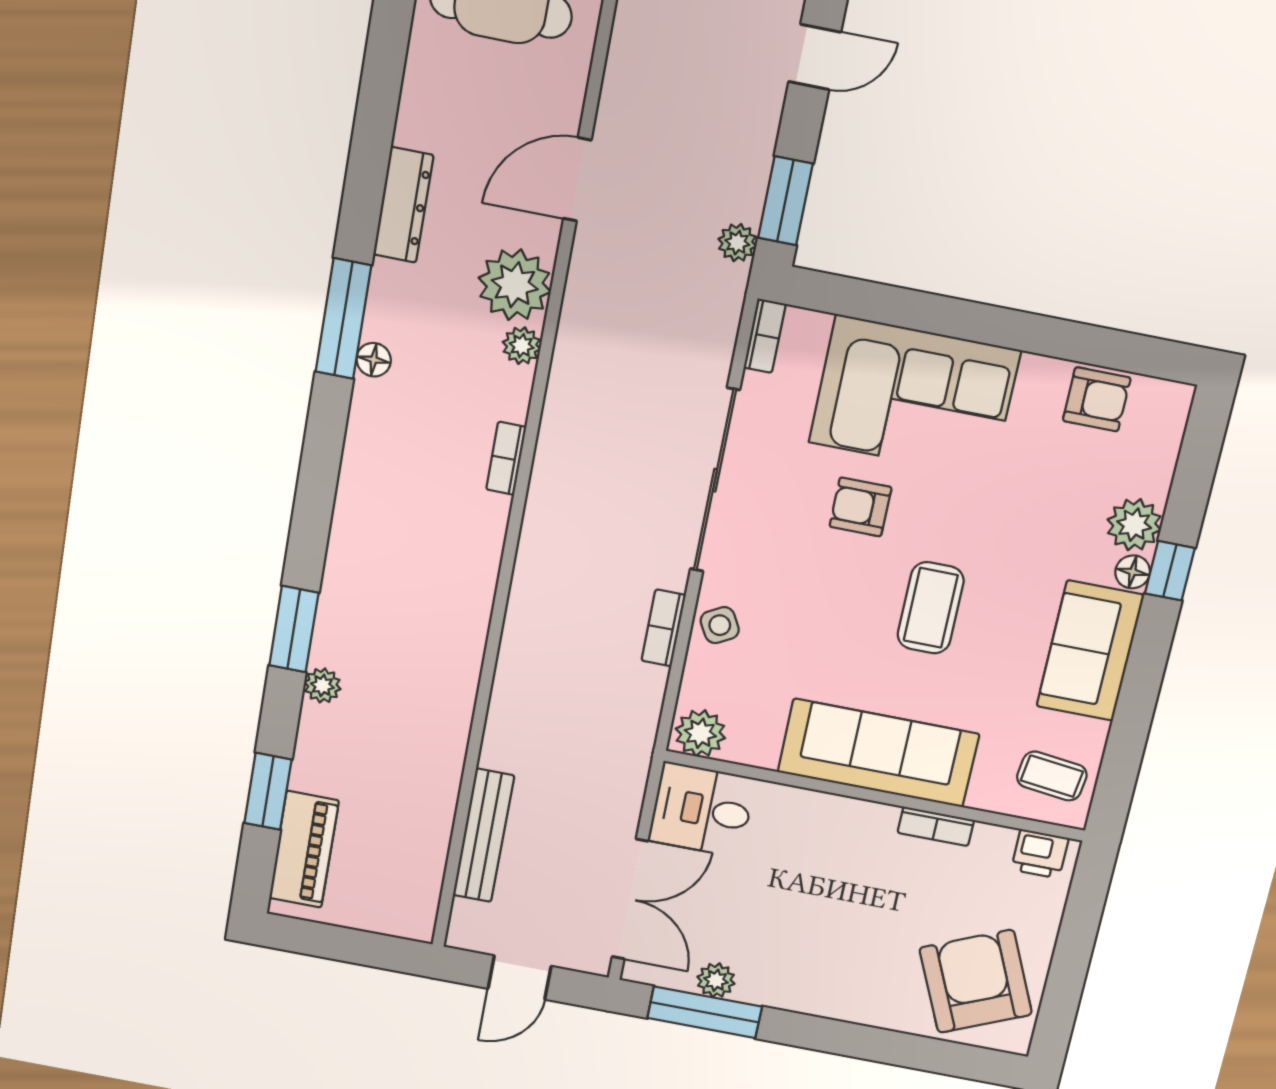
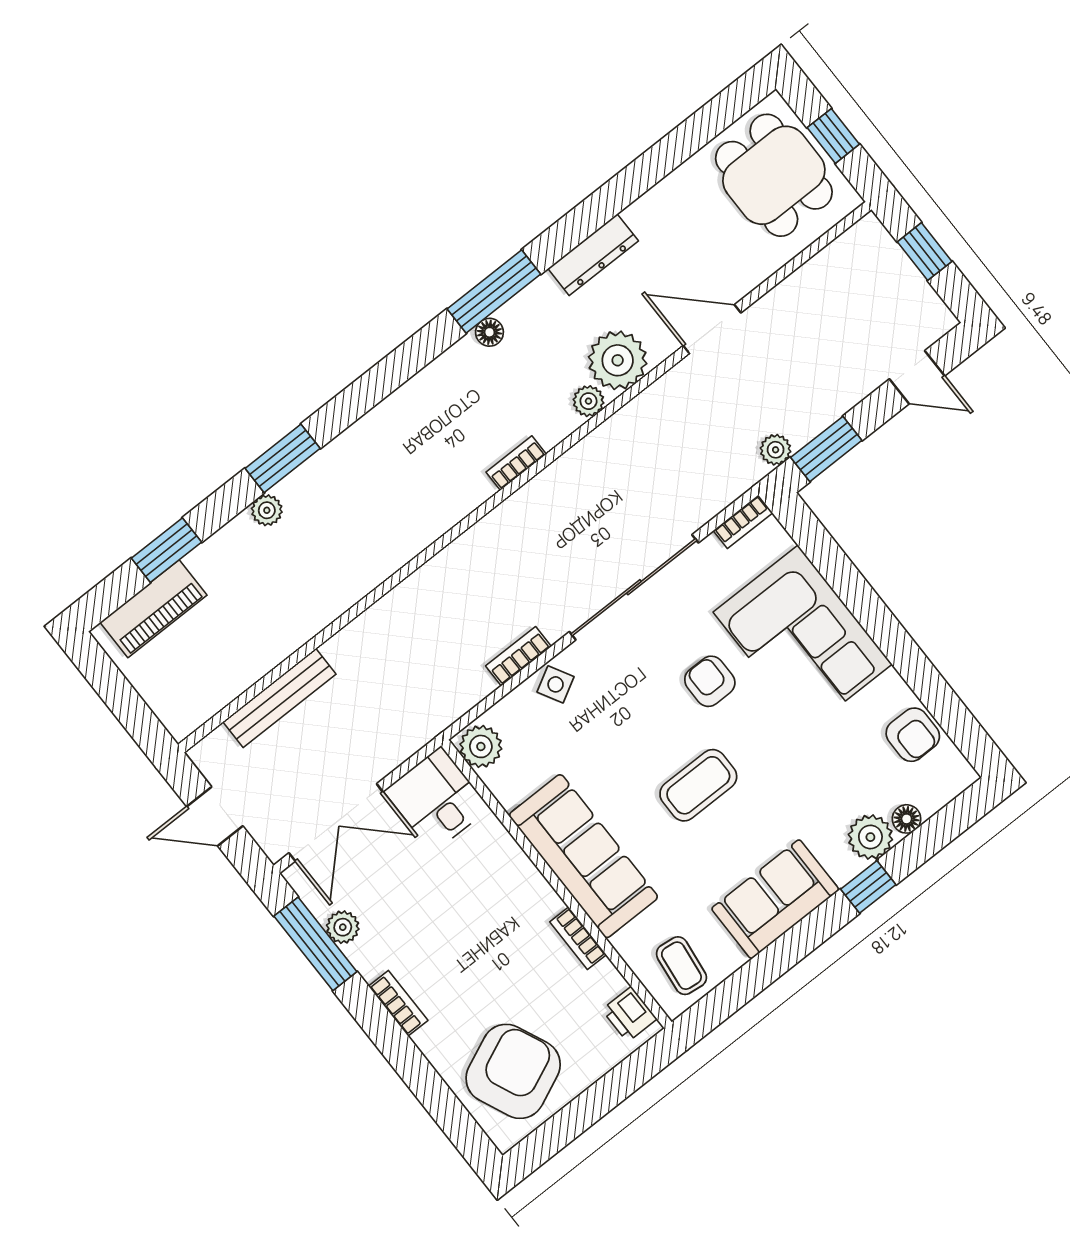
floor lamp: (1133, 572) -> (907, 819), moved
bookcase: (822, 1004) -> (398, 1003), added

